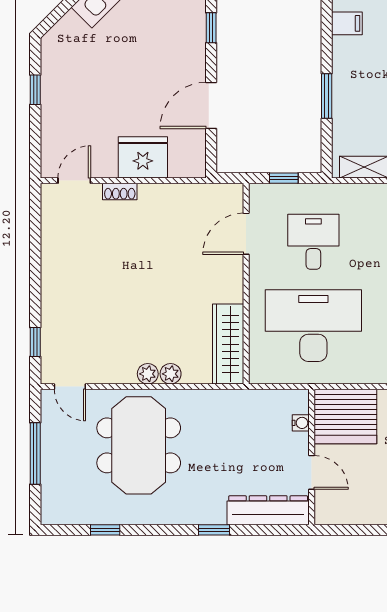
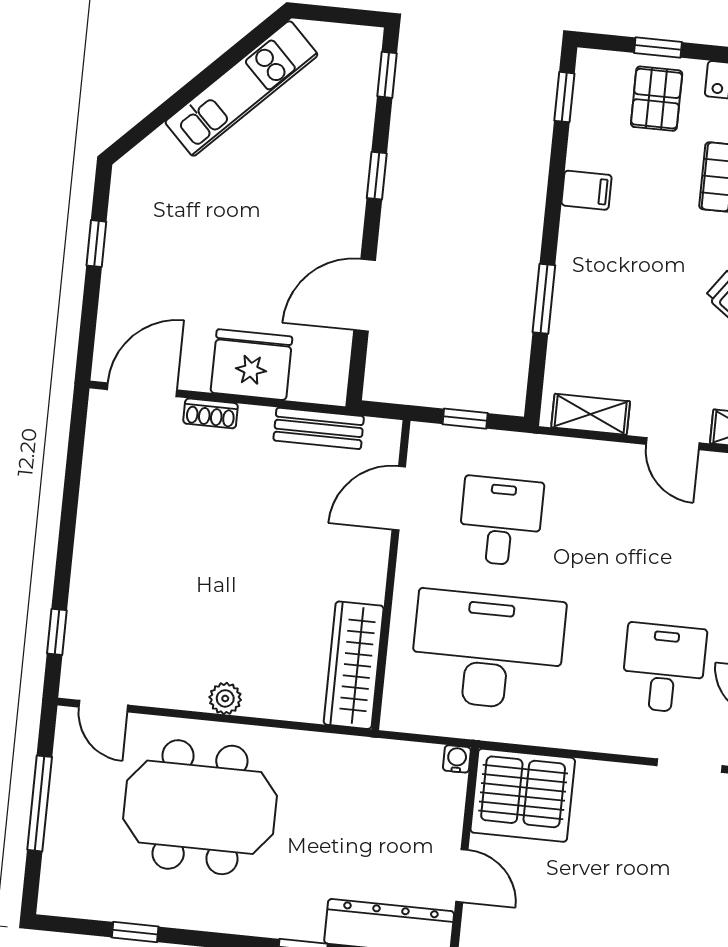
door: (74, 181) -> (142, 390), width x1.38
bench: (190, 194) -> (319, 428), added
plant: (171, 374) -> (260, 702), removed
water cooler: (301, 423) -> (457, 759), moved, turned -90
meeting table: (139, 445) -> (200, 807), turned 90

